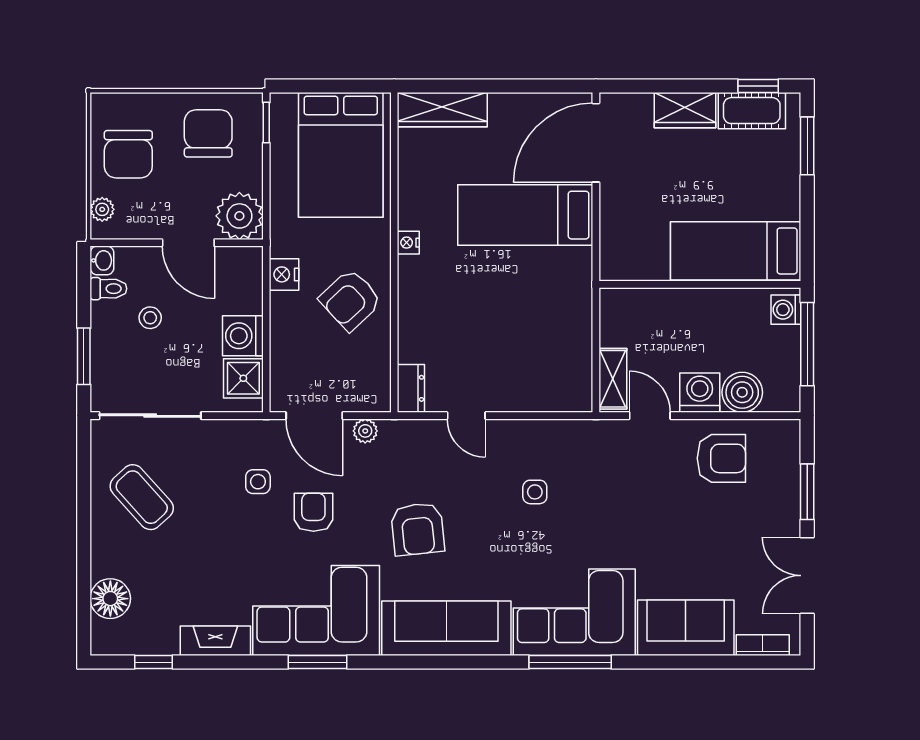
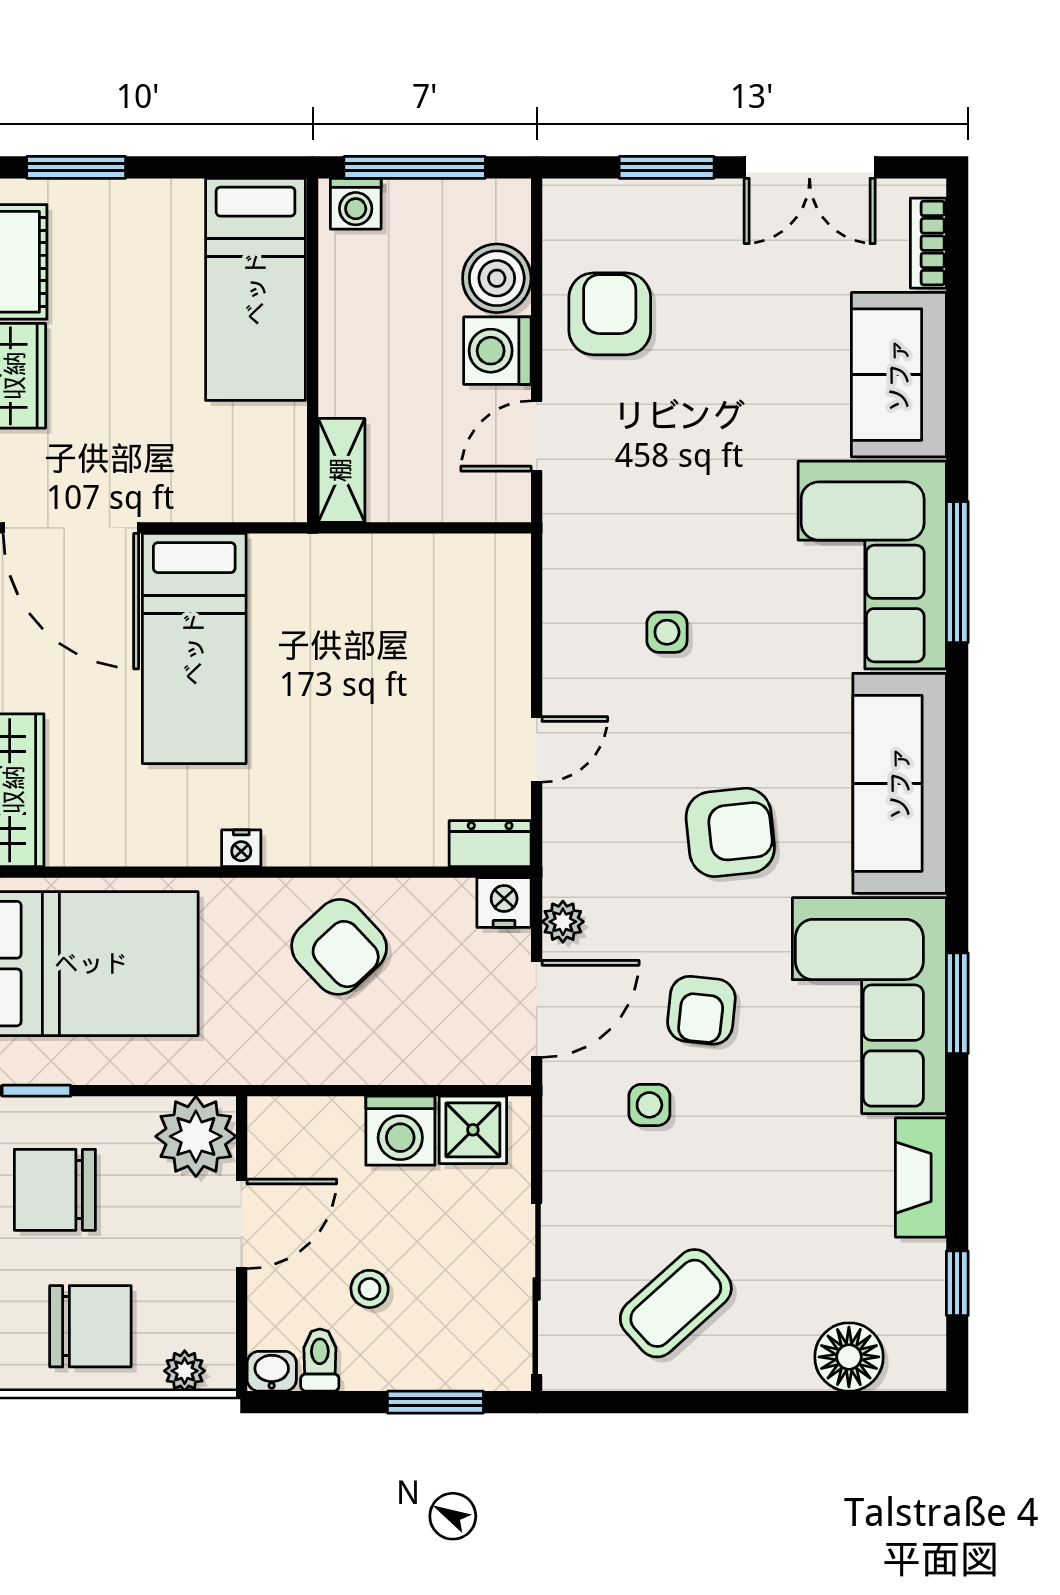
nightstand: (284, 274) -> (504, 903), moved, turned 180
shelving: (613, 379) -> (341, 470), moved, turned 90
armchair: (313, 512) -> (701, 1010), turned -84

